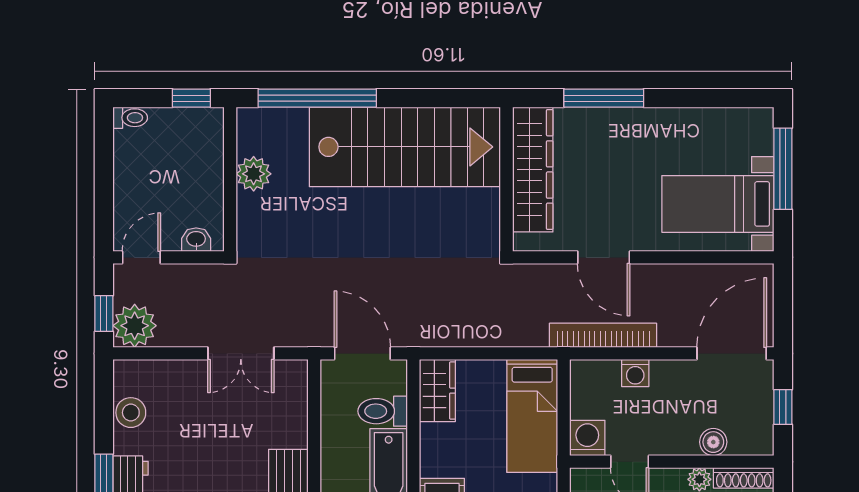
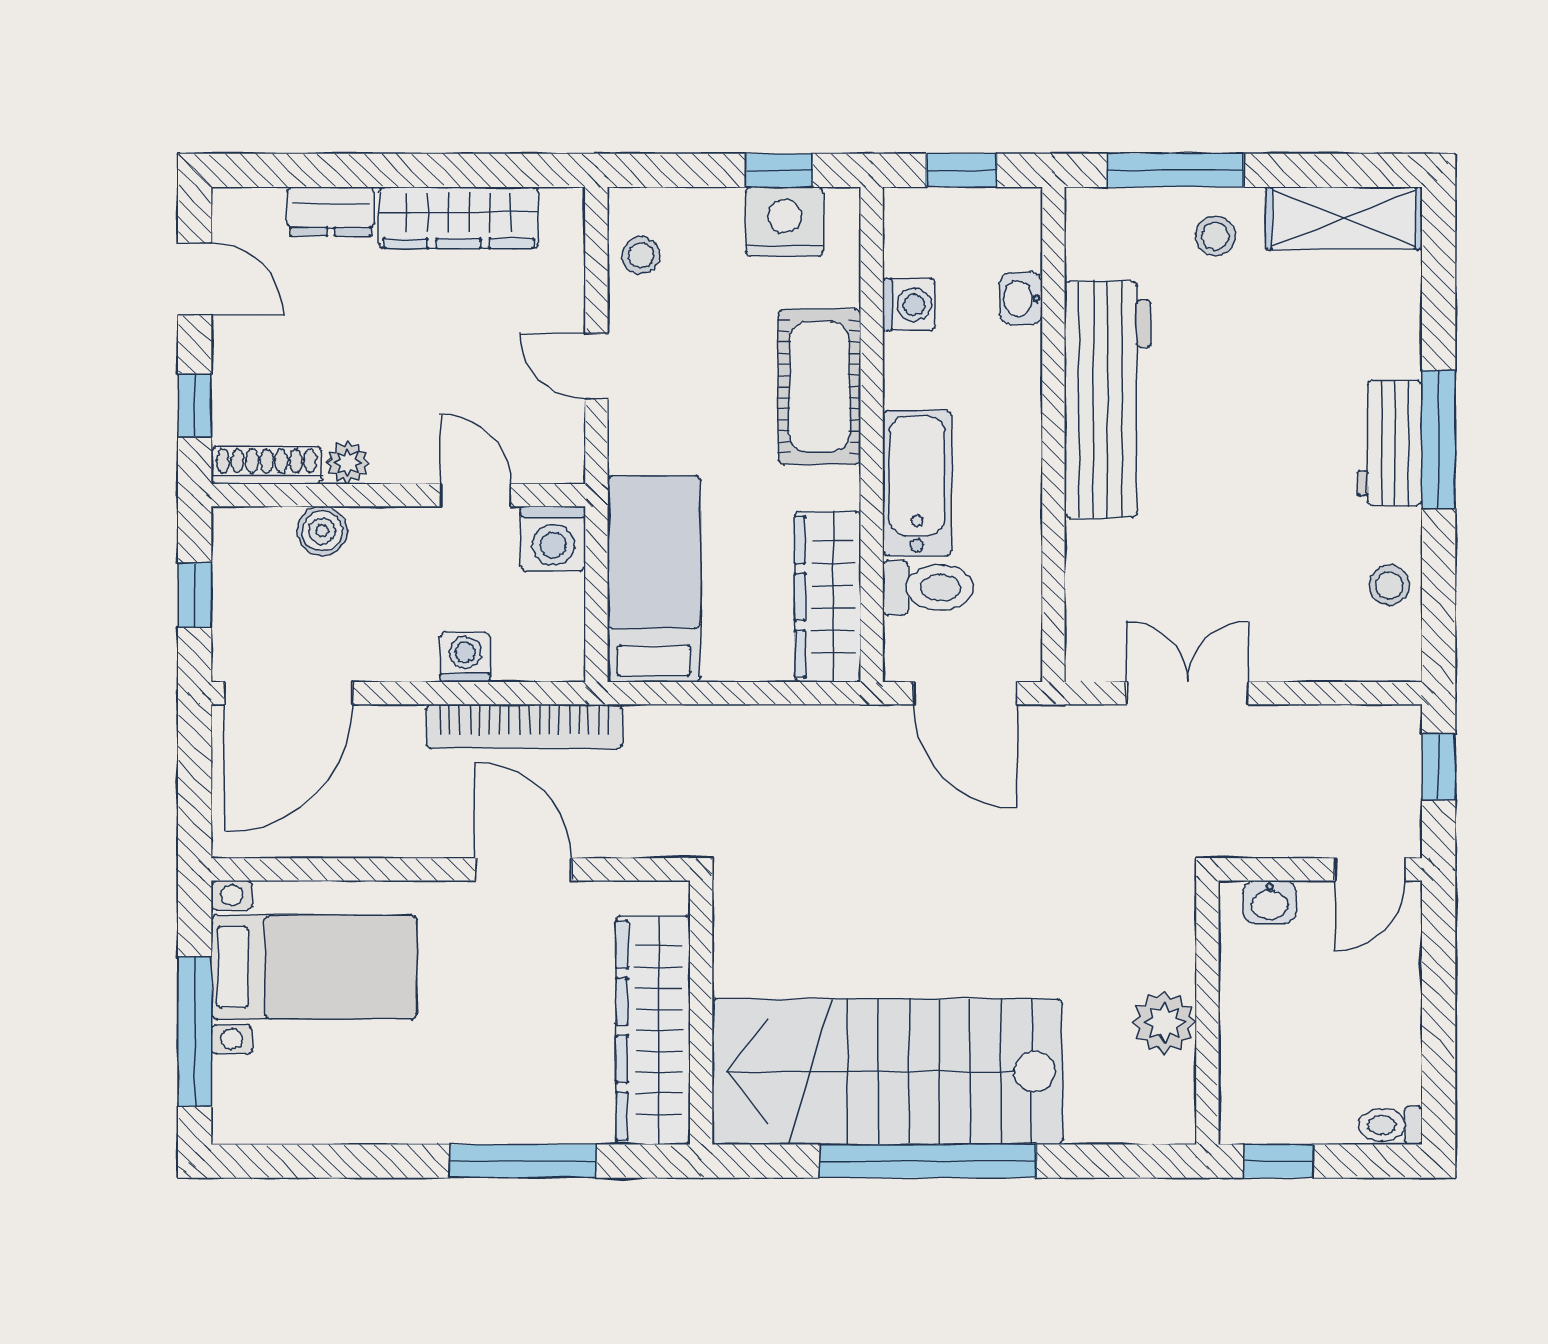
window: (317, 98) -> (928, 1161), moved
plant: (135, 326) -> (1382, 744), removed
wardrobe: (437, 391) -> (828, 597), width x1.50
stool: (131, 413) -> (1389, 585), width x0.73, depth x0.73

